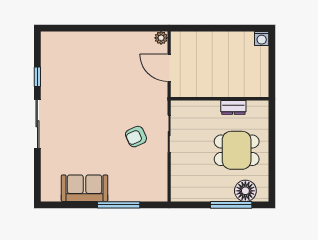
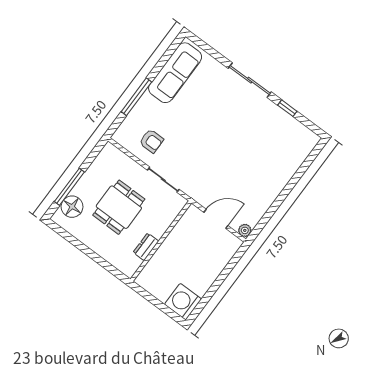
washing machine: (262, 38) -> (183, 302), width x1.89, depth x1.89
armchair: (136, 137) -> (151, 141), moved, turned 114
dining table: (237, 150) -> (119, 207), moved
sofa: (85, 188) -> (175, 73), width x1.36

